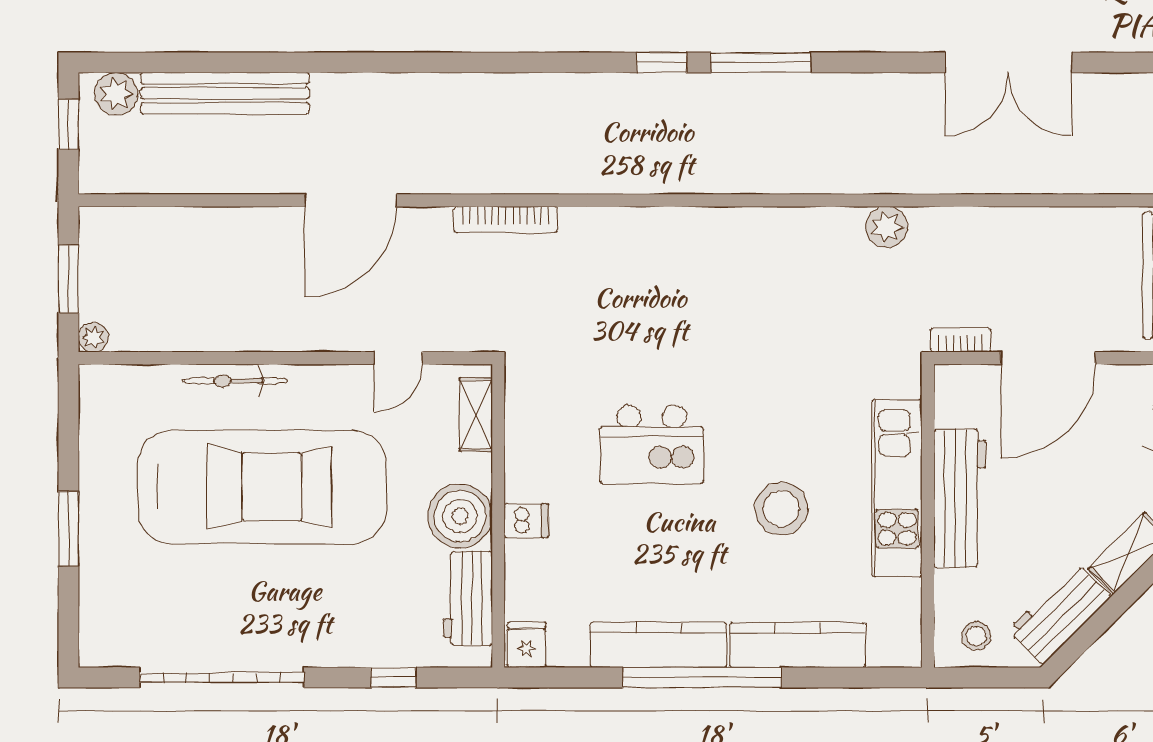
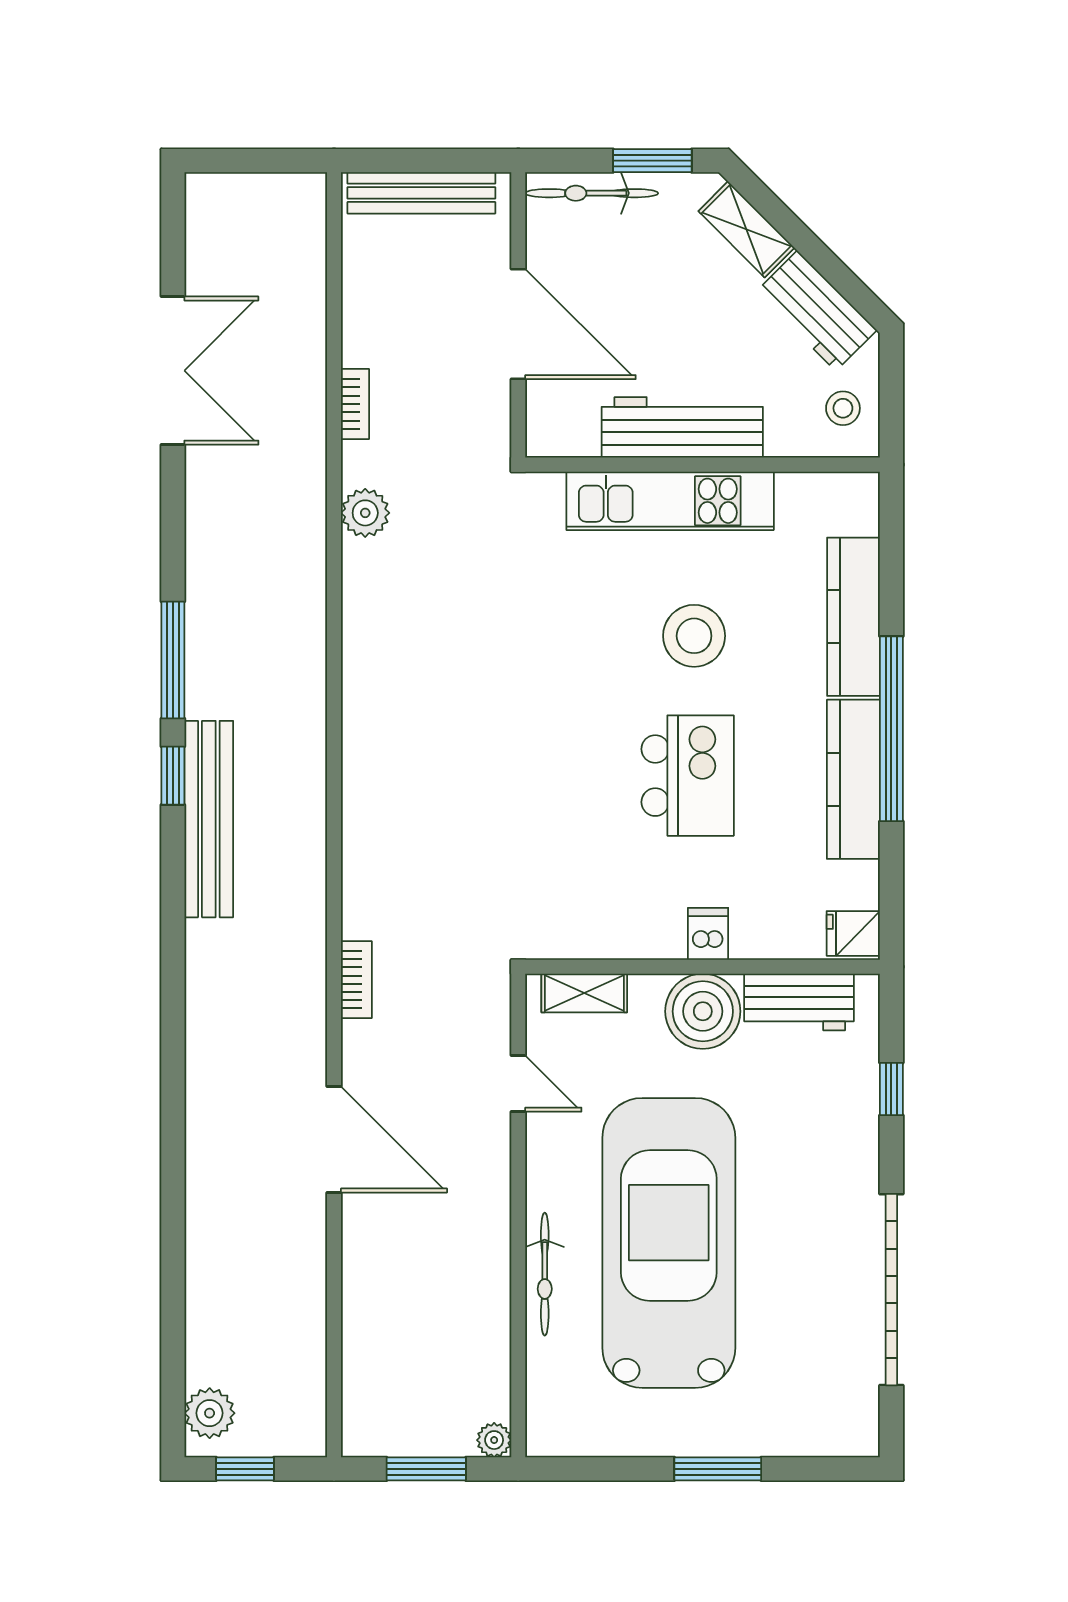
bench: (225, 93) -> (209, 819), moved
bookcase: (506, 220) -> (356, 980), width x0.64
bookcase: (960, 340) -> (355, 404), moved, turned 180
kitchen island: (652, 444) -> (688, 776), moved

